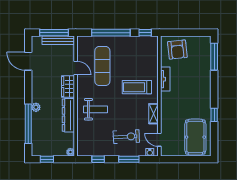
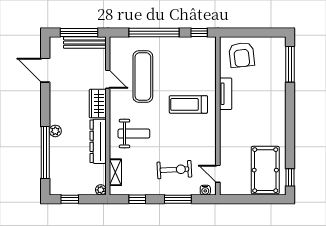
shelving: (153, 114) -> (115, 172), moved
window: (214, 115) -> (290, 177), moved

